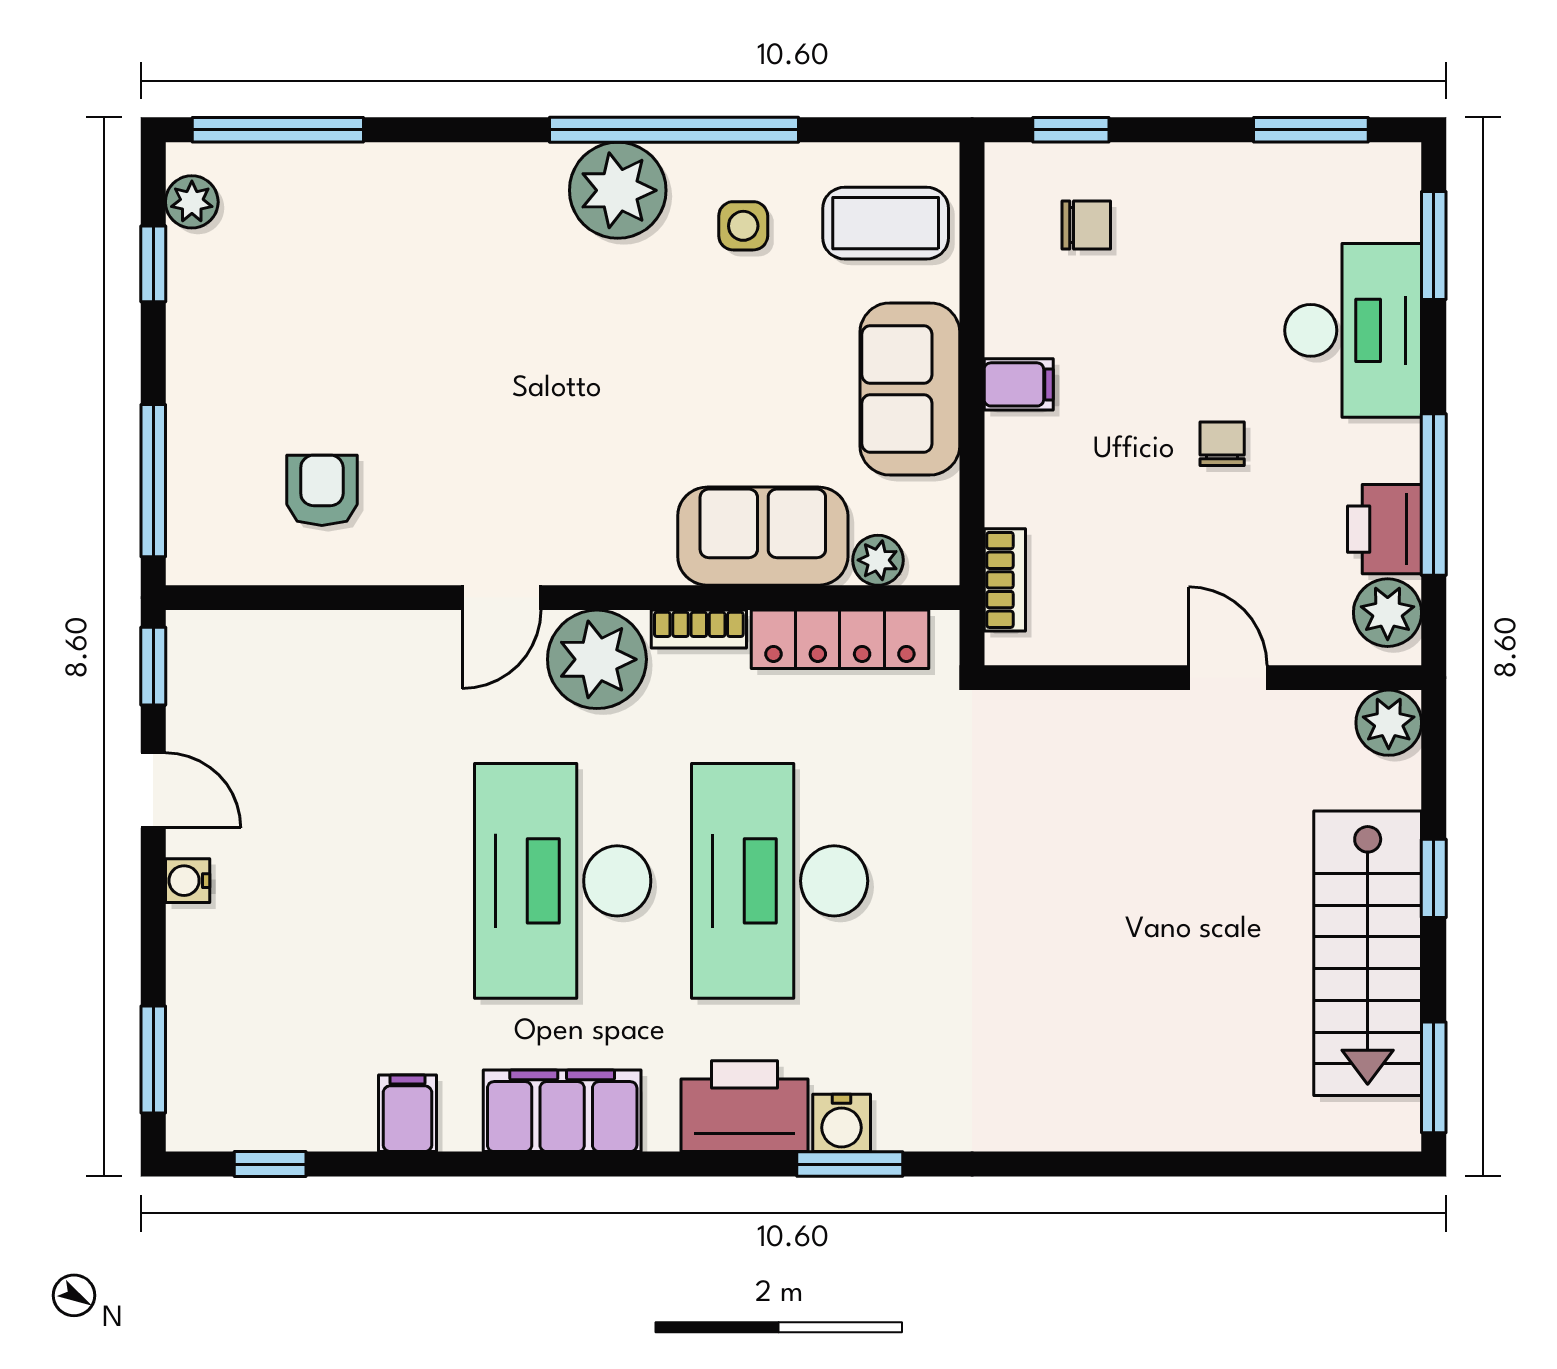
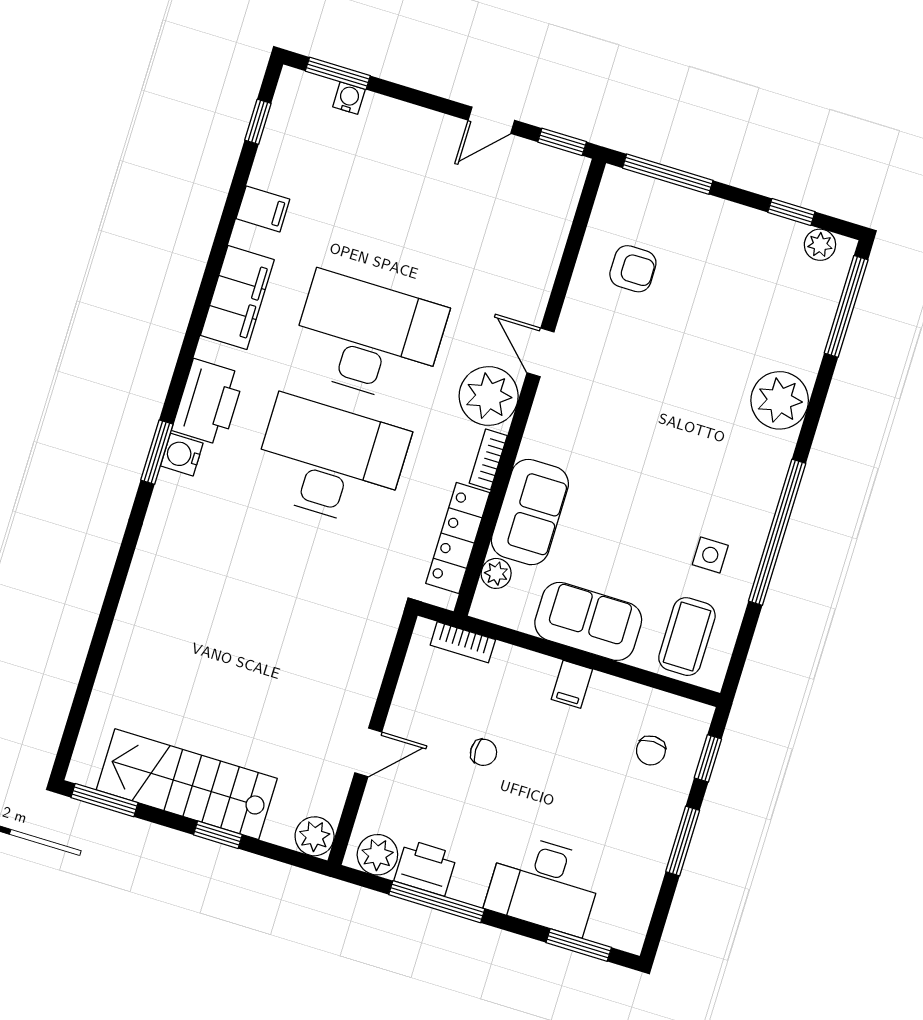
window: (1311, 130) -> (683, 841), moved
plant: (618, 190) -> (780, 400), moved
chair: (1222, 444) -> (484, 752), moved
water cooler: (188, 881) -> (349, 98), moved

